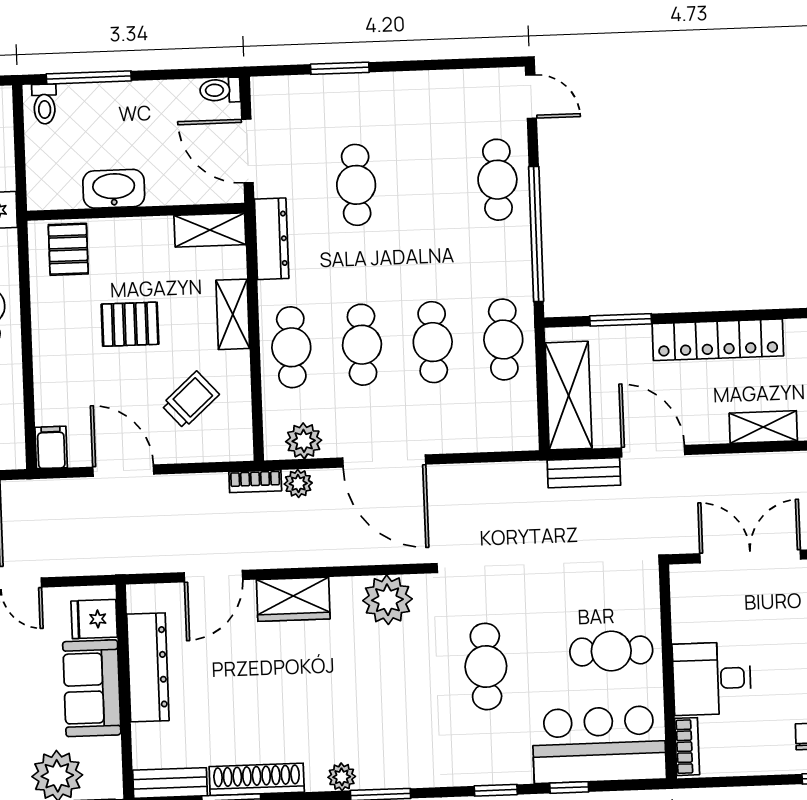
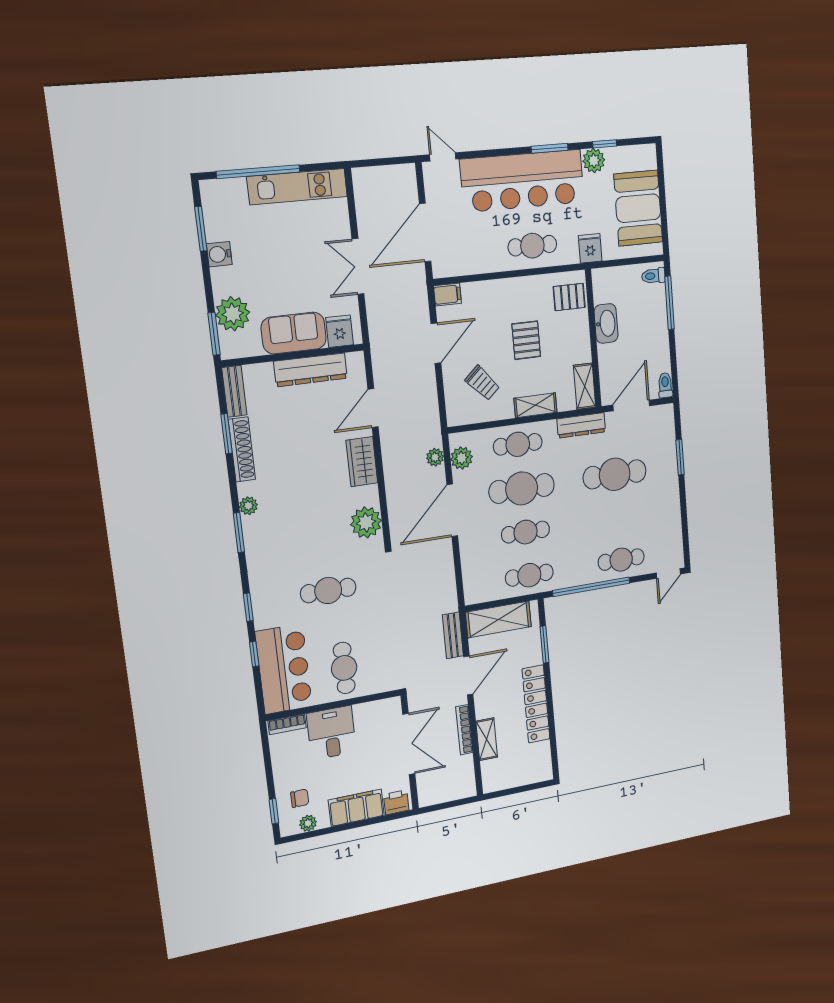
cafe table: (356, 185) -> (615, 474), width x1.37, depth x1.35
cafe table: (362, 345) -> (522, 488), width x1.37, depth x1.35
bookcase: (255, 481) -> (464, 730), moved, width x1.56
door: (213, 576) -> (373, 408), hinge flipped

